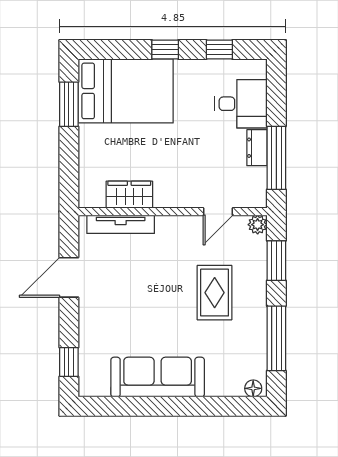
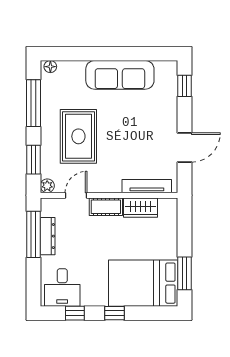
desk: (241, 104) -> (62, 287), moved, turned -90
dresser: (257, 148) -> (48, 236), width x1.44
cot: (177, 196) -> (106, 207), added
rug: (215, 293) -> (78, 136), width x1.36, depth x1.43

